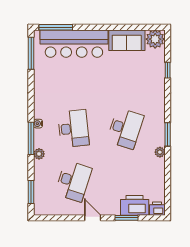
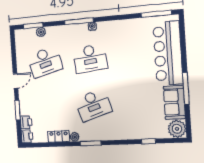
window: (56, 27) -> (186, 89), moved
desk: (125, 128) -> (93, 105), turned -36
plant: (39, 154) -> (41, 32), moved
locker: (159, 171) -> (59, 136), added
desk: (73, 181) -> (45, 62), turned -33
printer: (135, 205) -> (26, 122), width x0.53, depth x0.68

